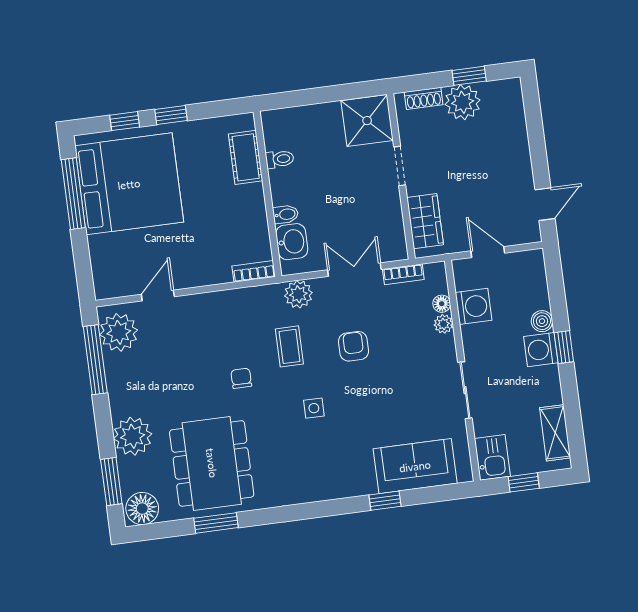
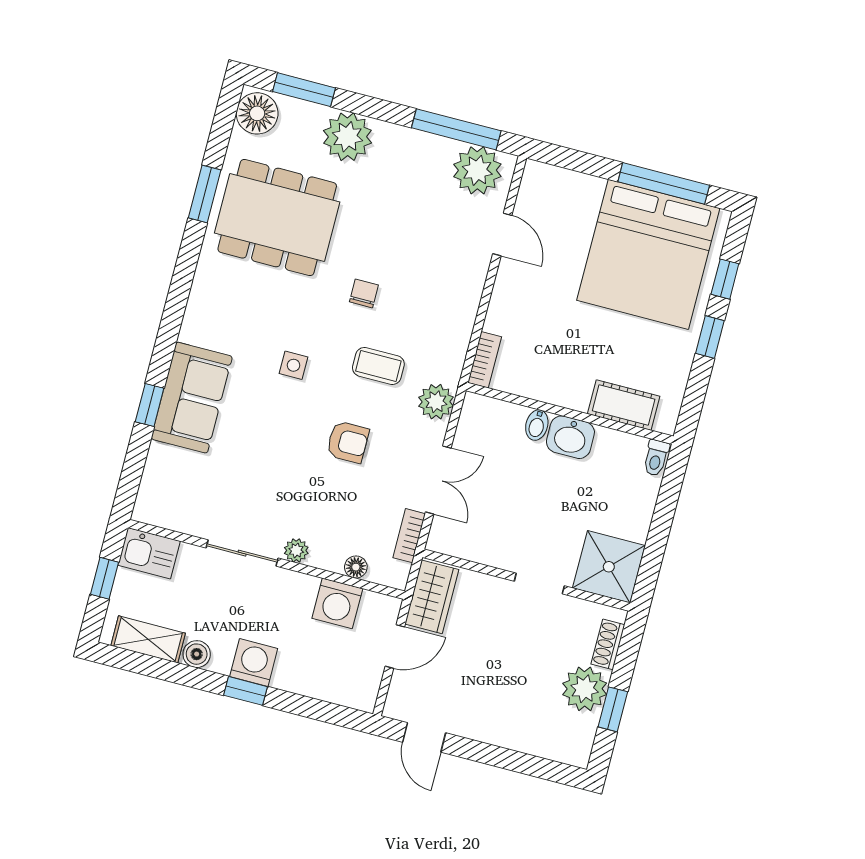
toilet: (280, 159) -> (656, 458), moved
wardrobe: (425, 221) -> (432, 597), moved, turned -90
washbasin: (292, 242) -> (570, 437), moved
boiler: (542, 321) -> (197, 654), moved
plant: (444, 324) -> (296, 550), moved
chair: (241, 378) -> (364, 293), turned -90
sofa: (415, 466) -> (192, 398), moved

